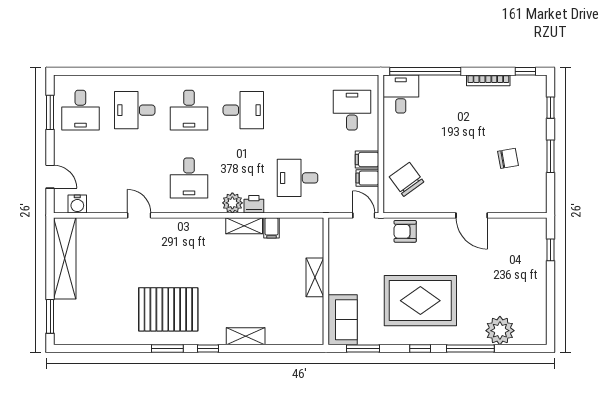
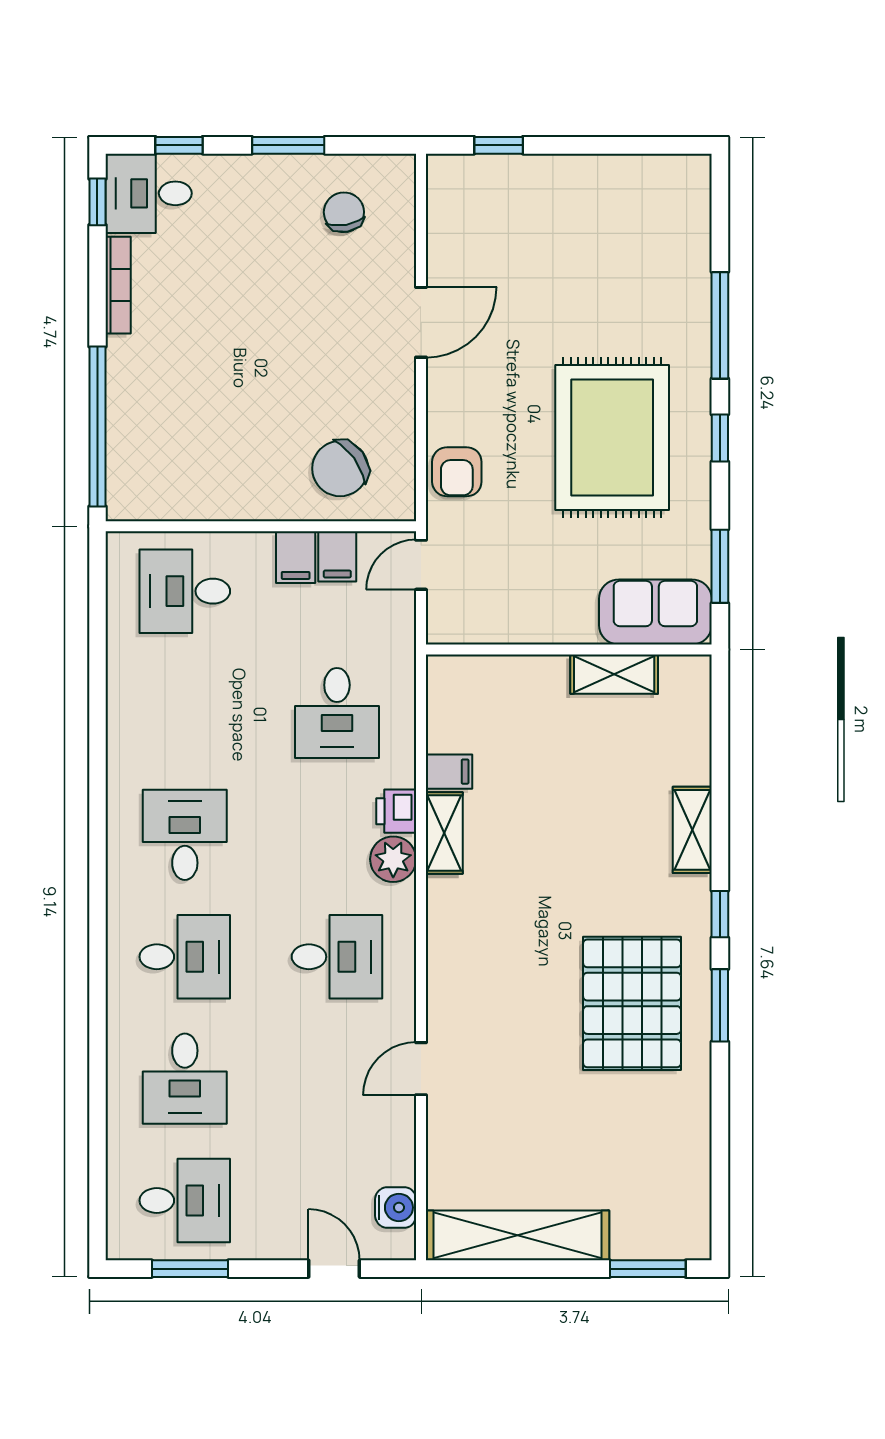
desk: (401, 94) -> (149, 193), moved
chair: (508, 158) -> (344, 212), moved
door: (50, 177) -> (334, 1269), hinge flipped
shelving: (315, 277) -> (614, 674), moved
plant: (500, 331) -> (679, 259), removed

